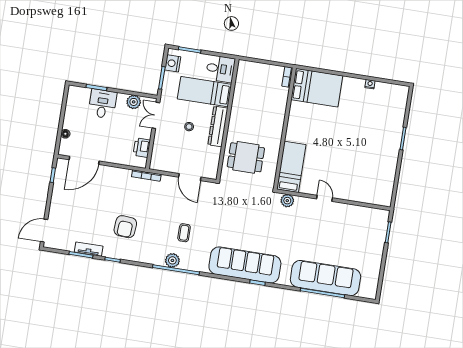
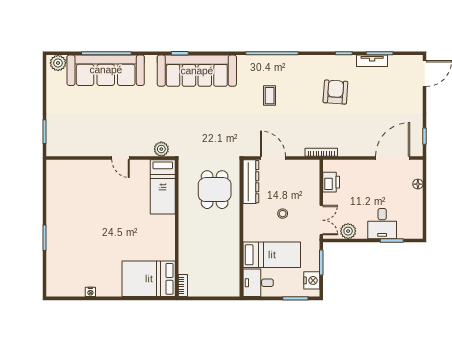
dresser: (218, 126) -> (251, 182), moved
dining table: (246, 157) -> (215, 190), turned 90
plant: (172, 260) -> (58, 63), moved

